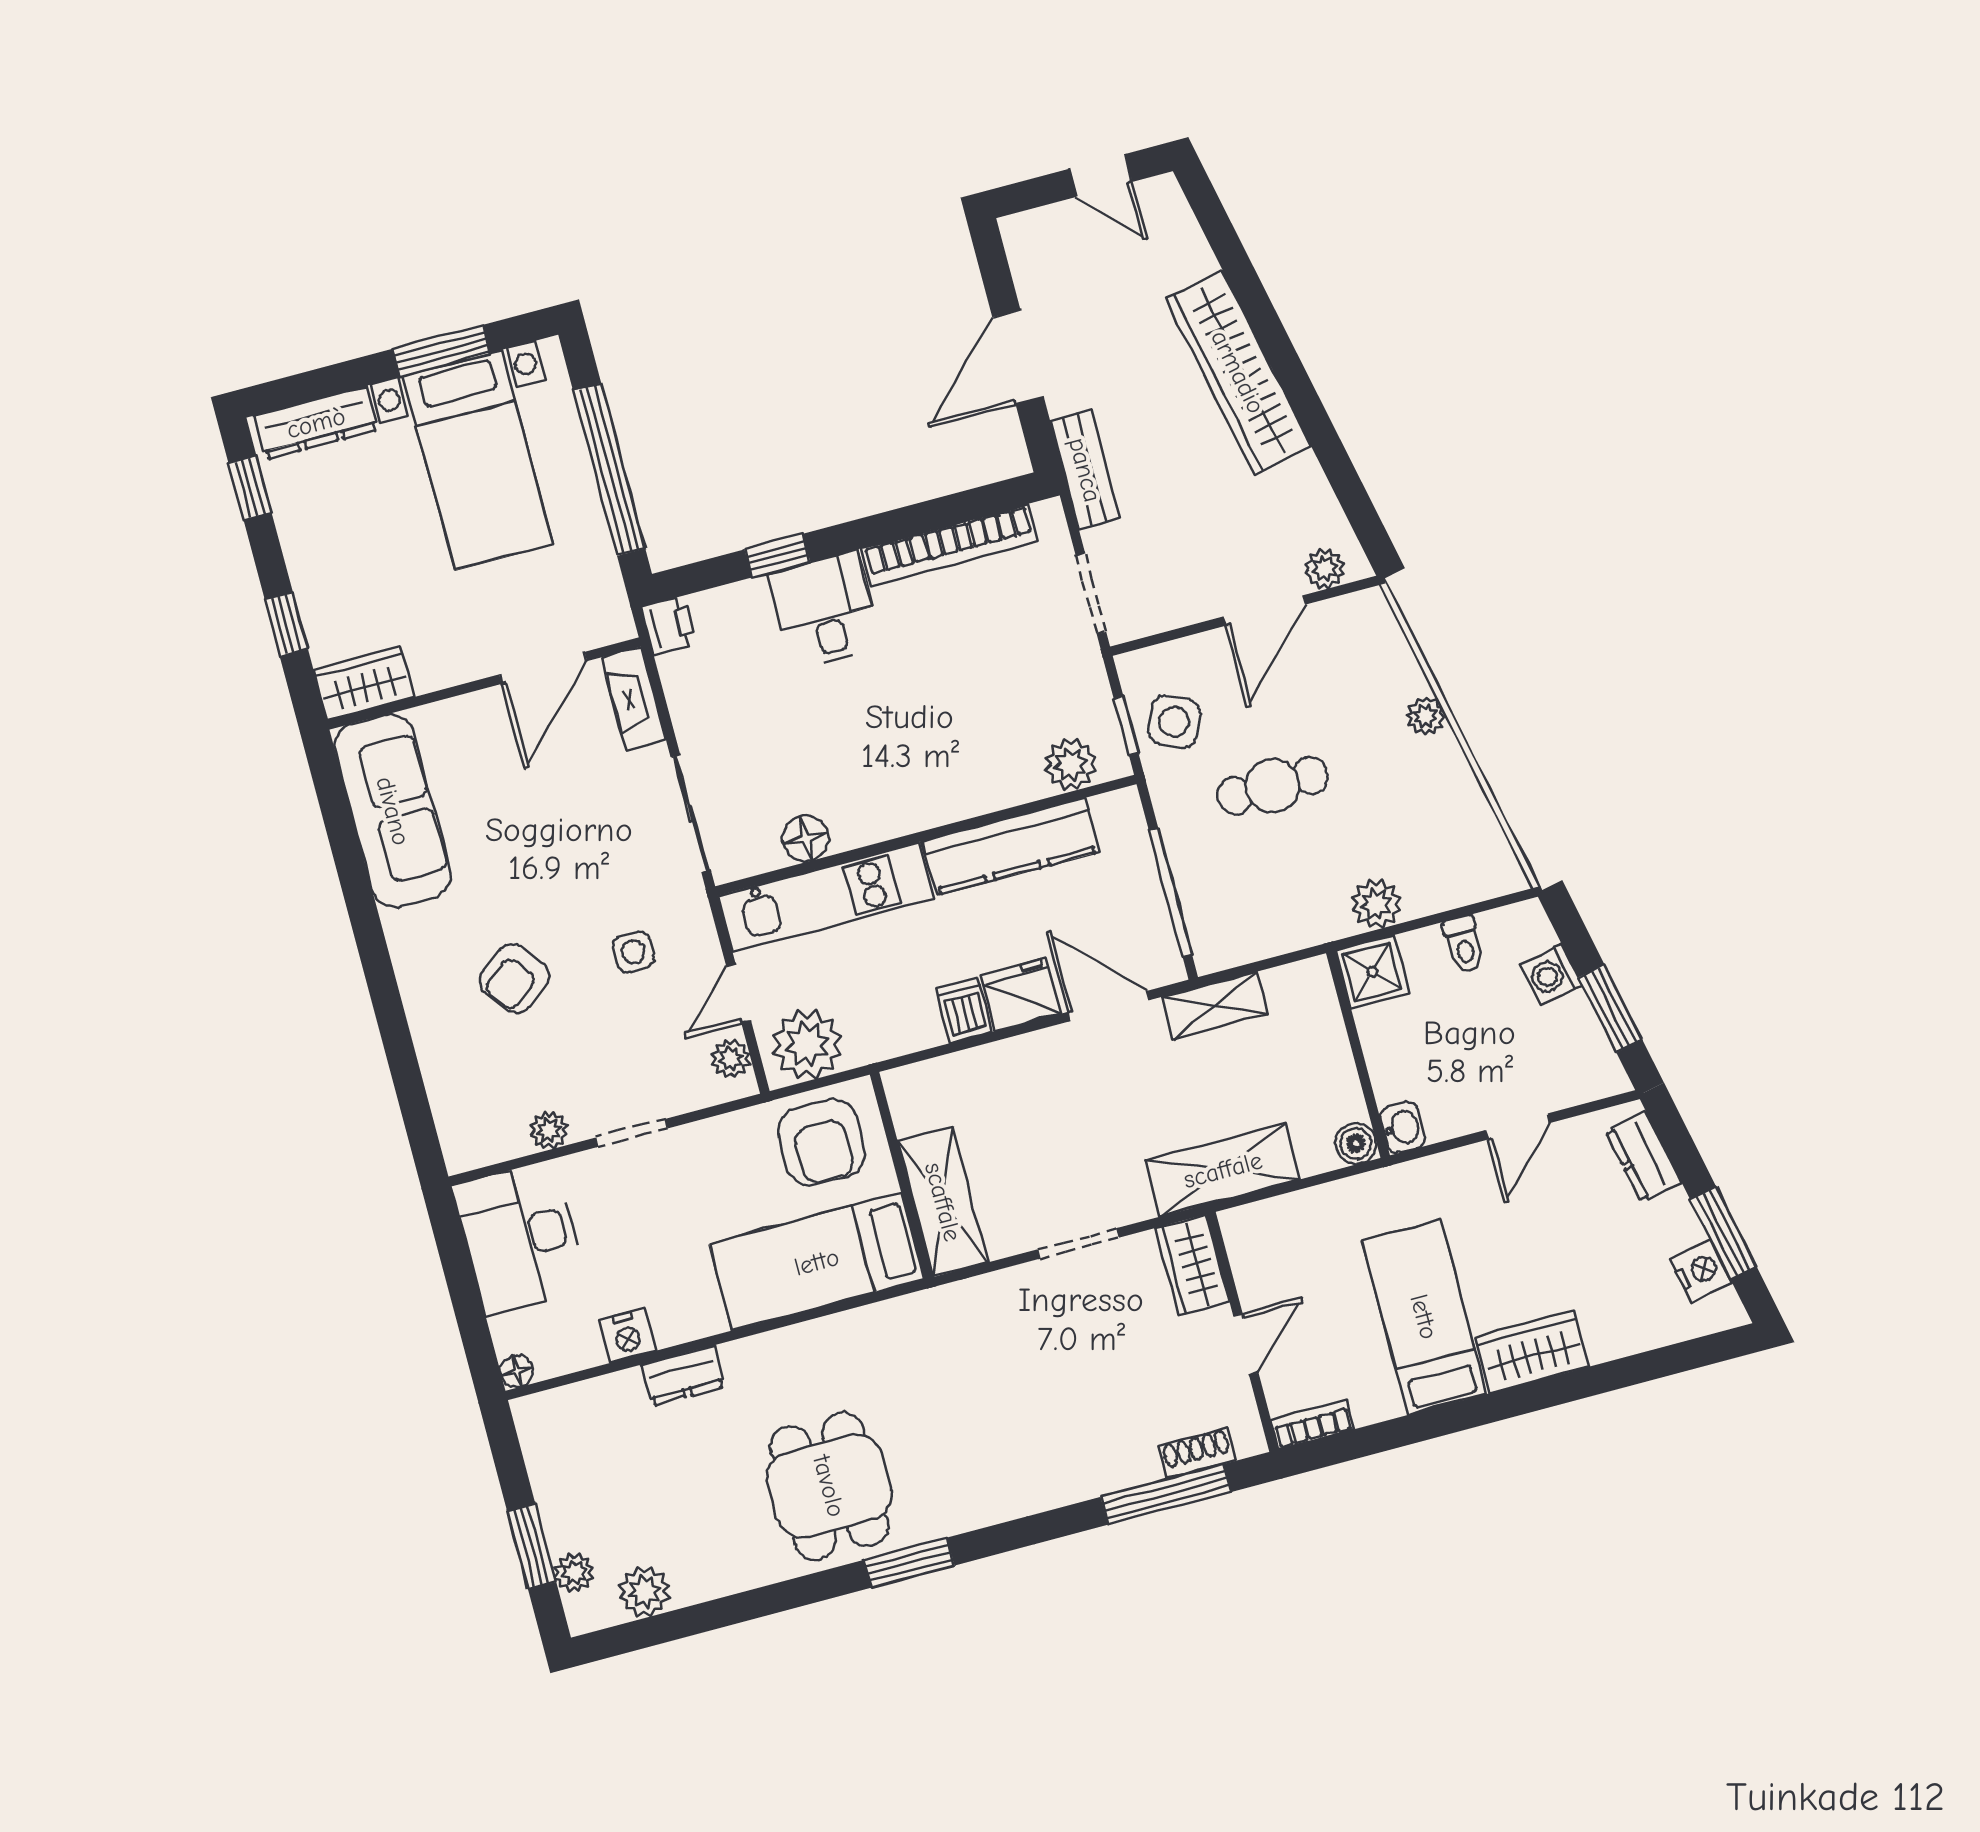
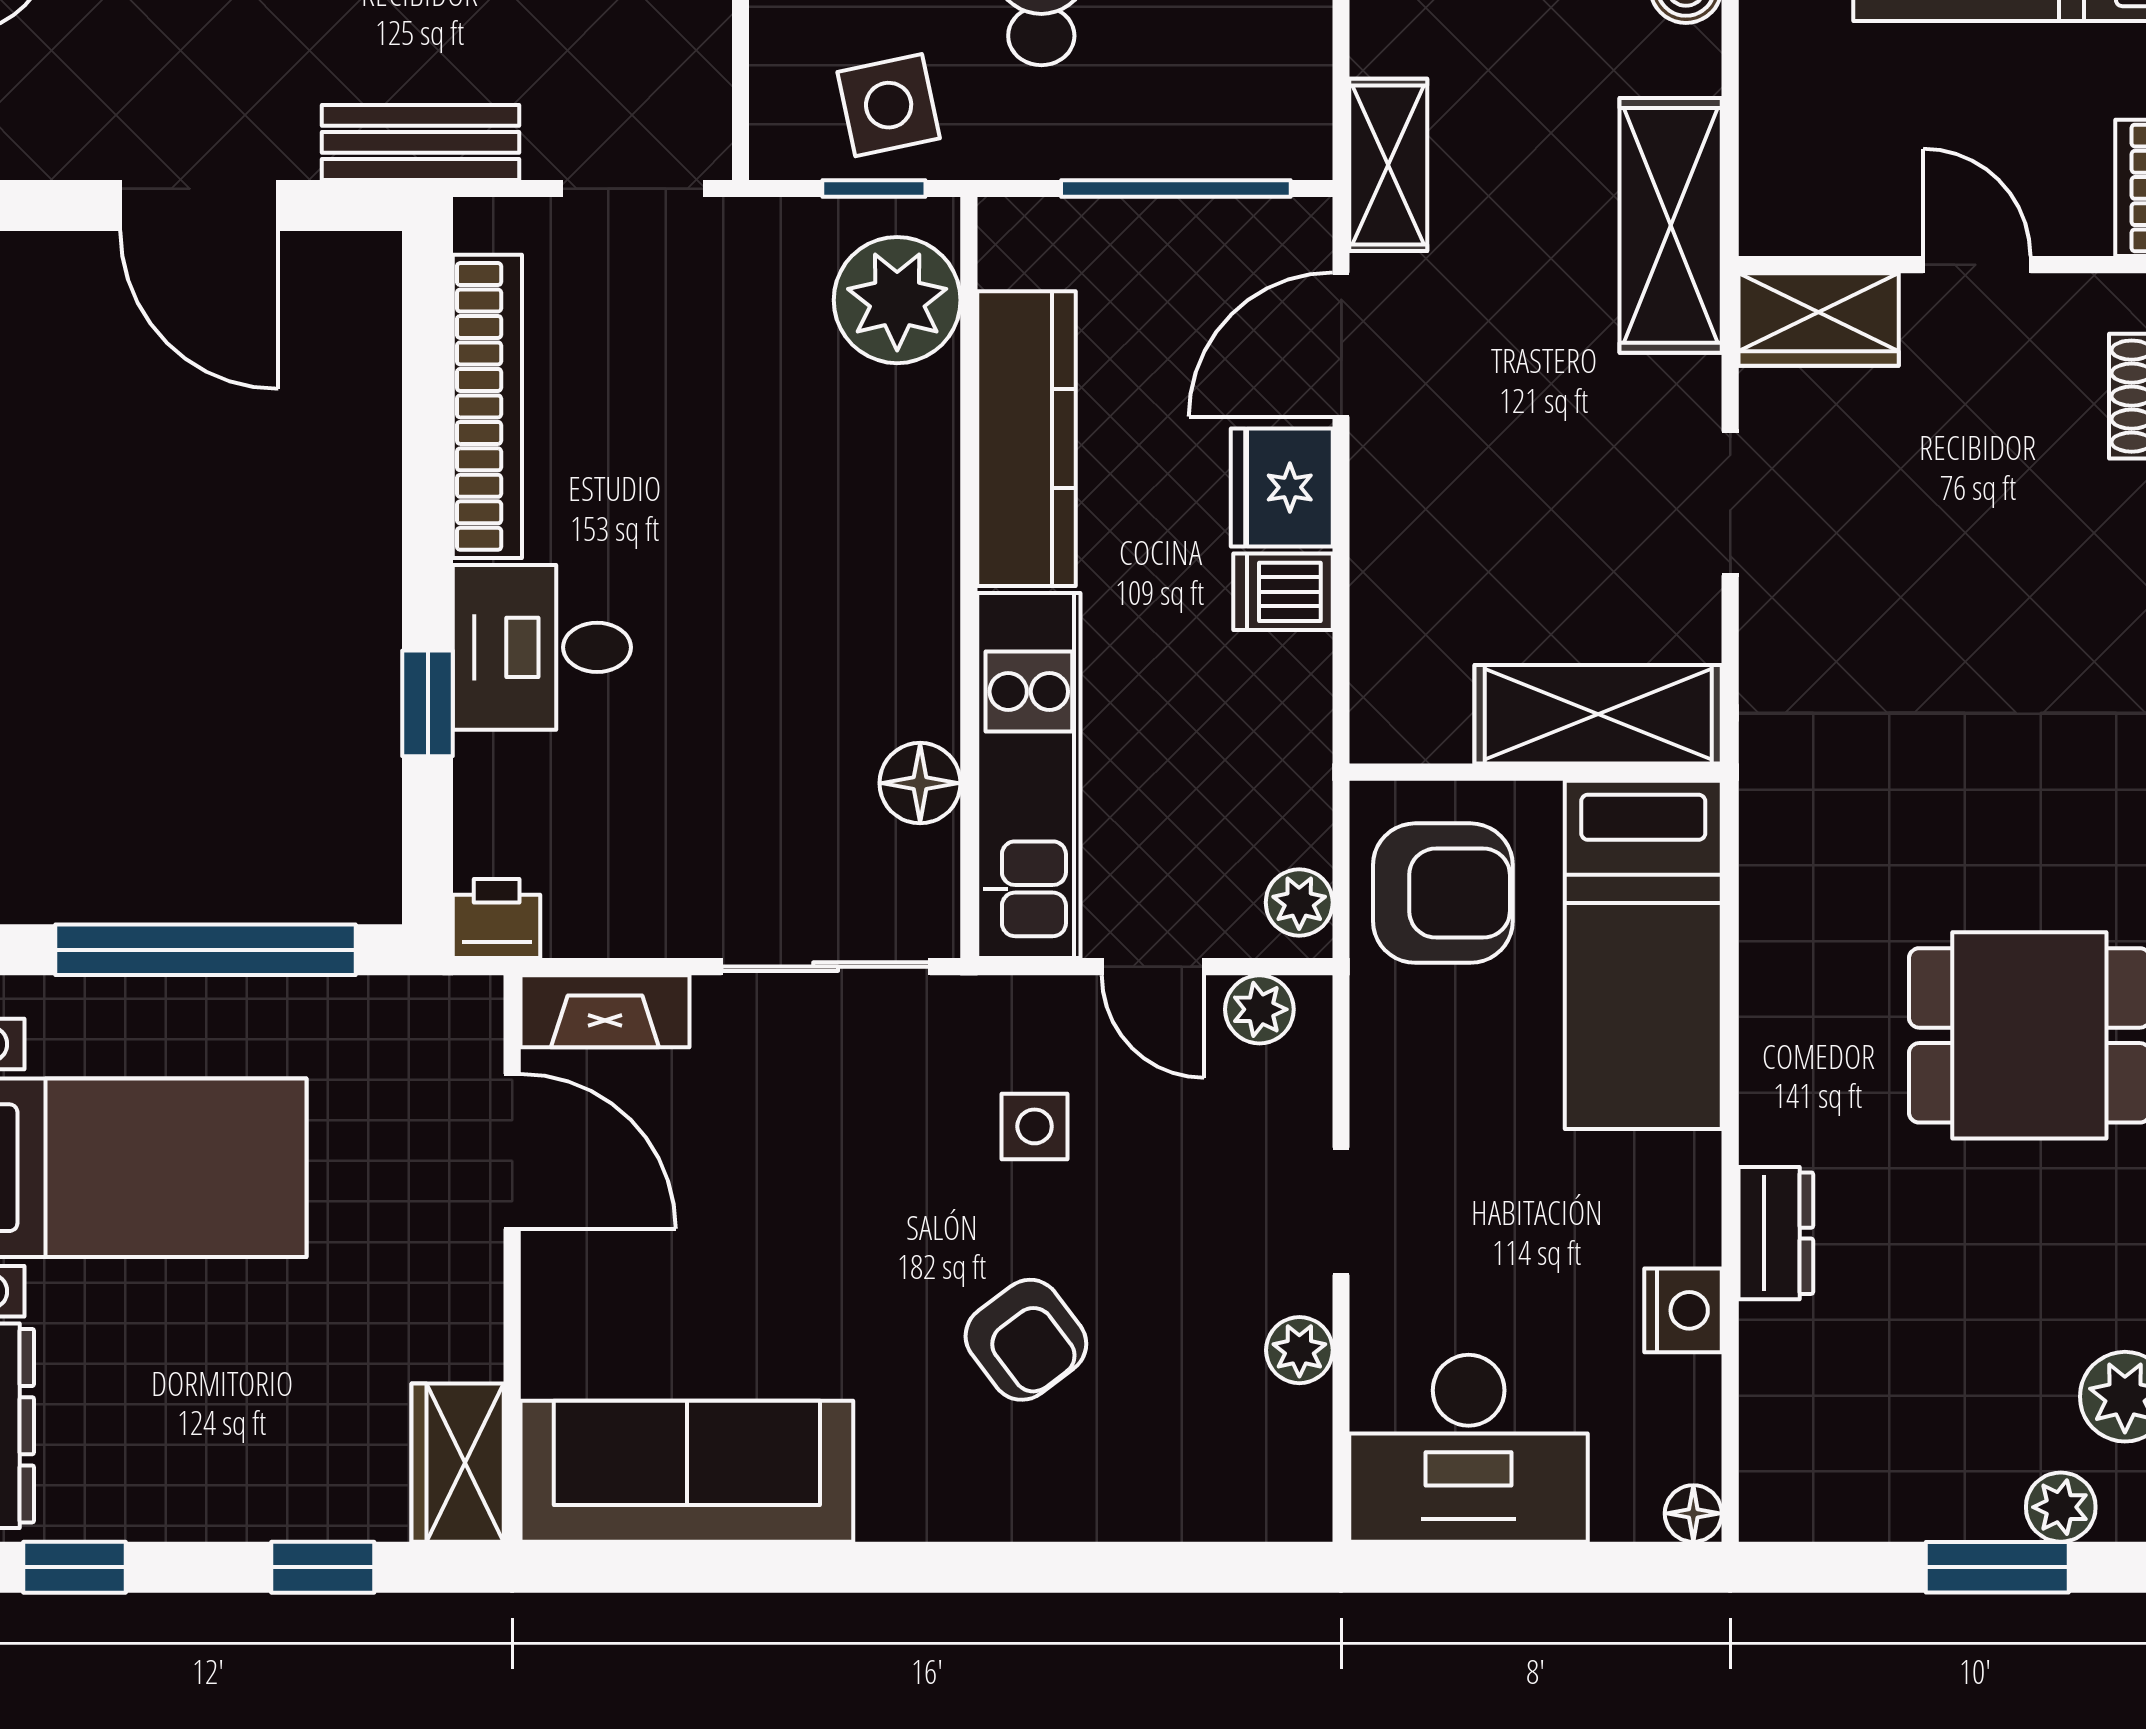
side table: (1174, 722) -> (889, 105), turned -37
plant: (1071, 764) -> (897, 300), width x1.36, depth x1.36
plant: (807, 1044) -> (1299, 902), width x0.53, depth x0.53

